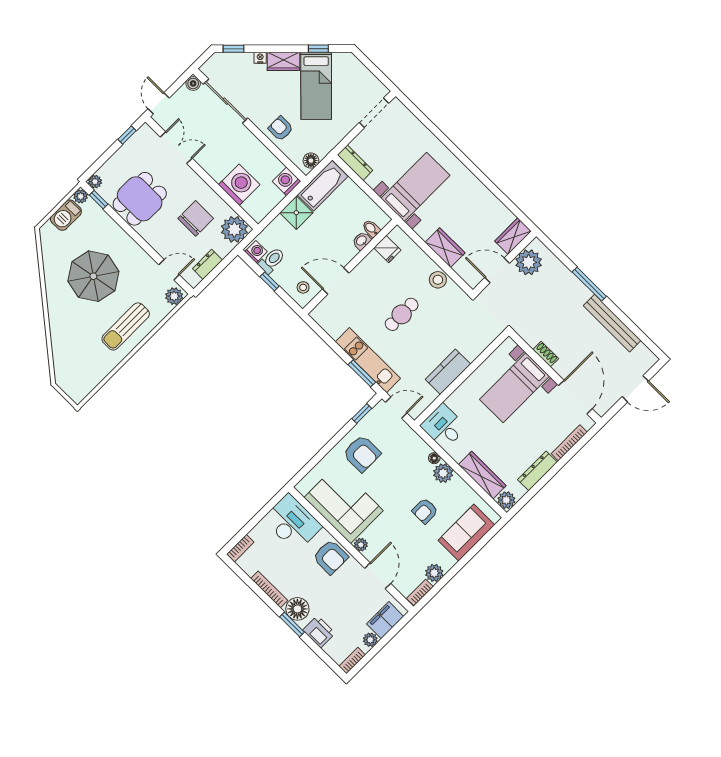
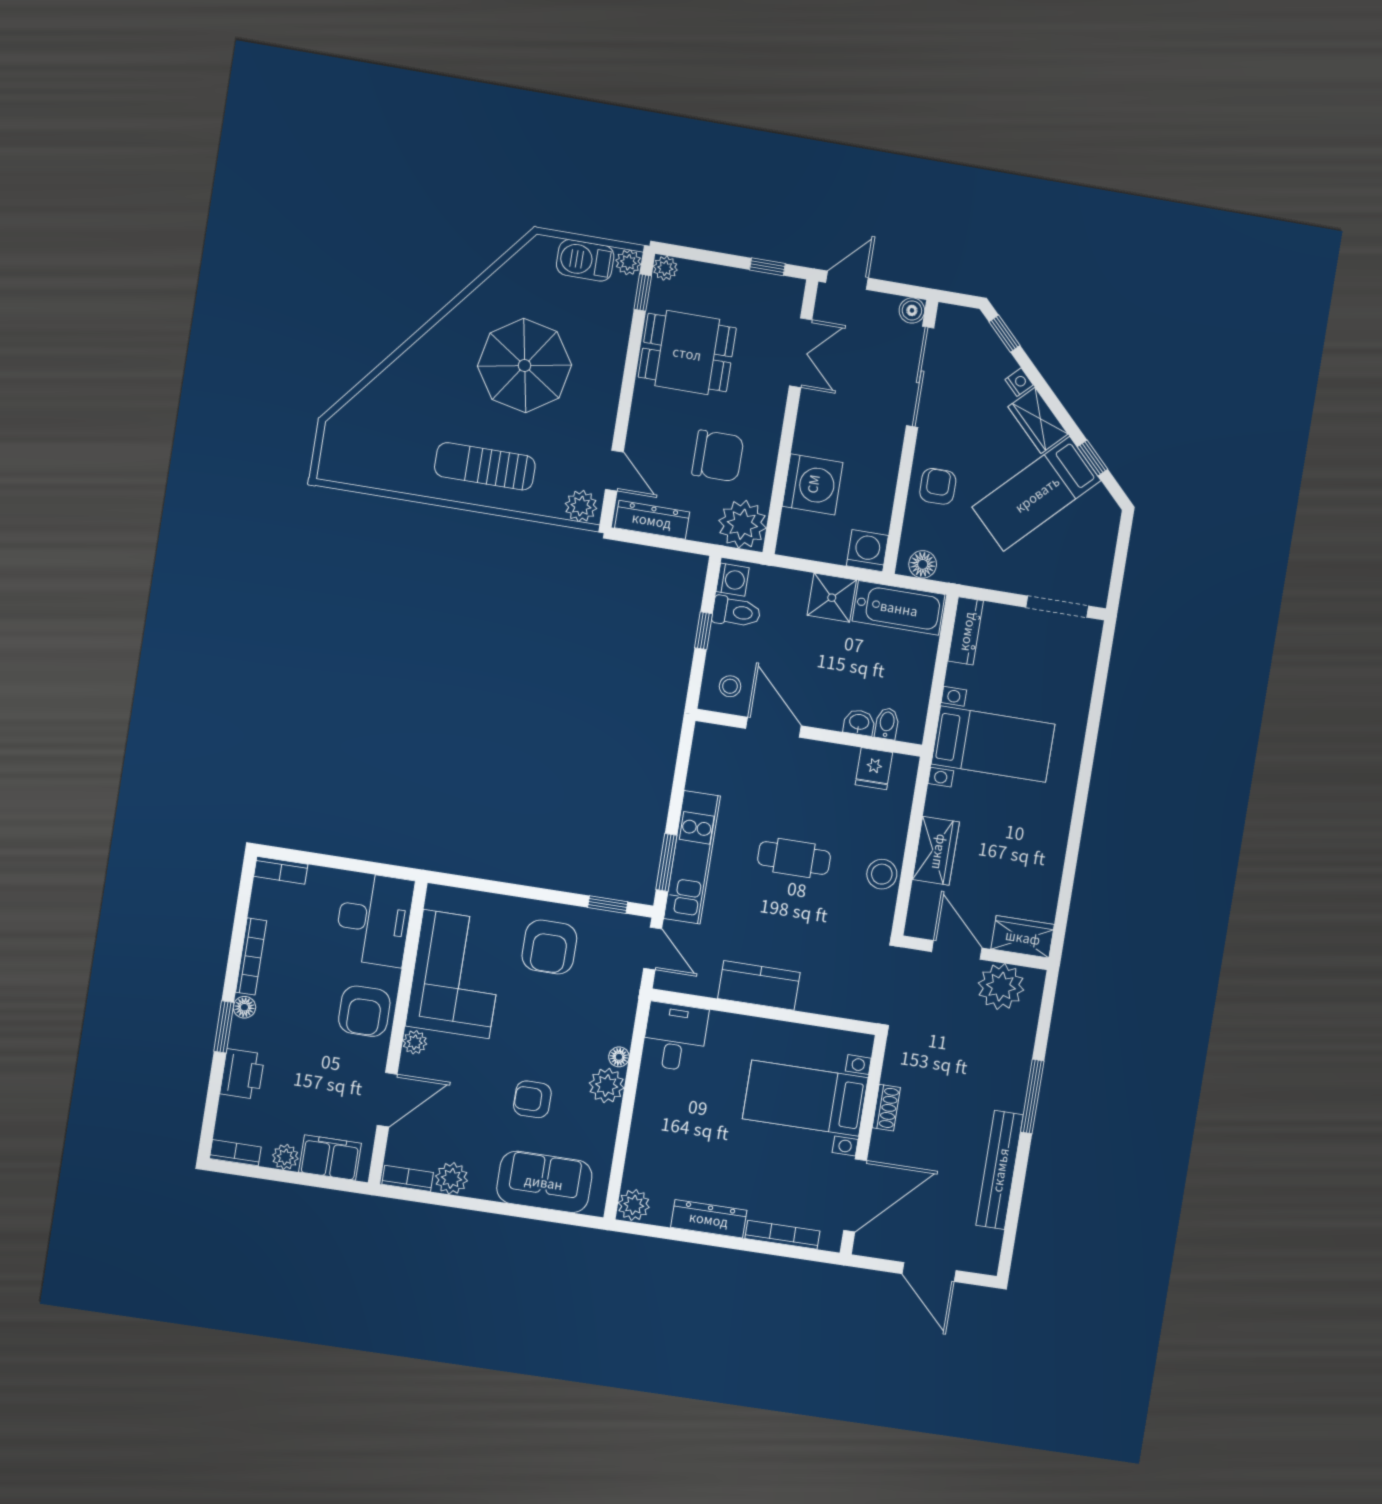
dresser: (207, 264) -> (652, 520), width x1.44
wardrobe: (482, 475) -> (645, 1144), removed
floor lamp: (297, 609) -> (244, 1007), width x0.53, depth x0.53

